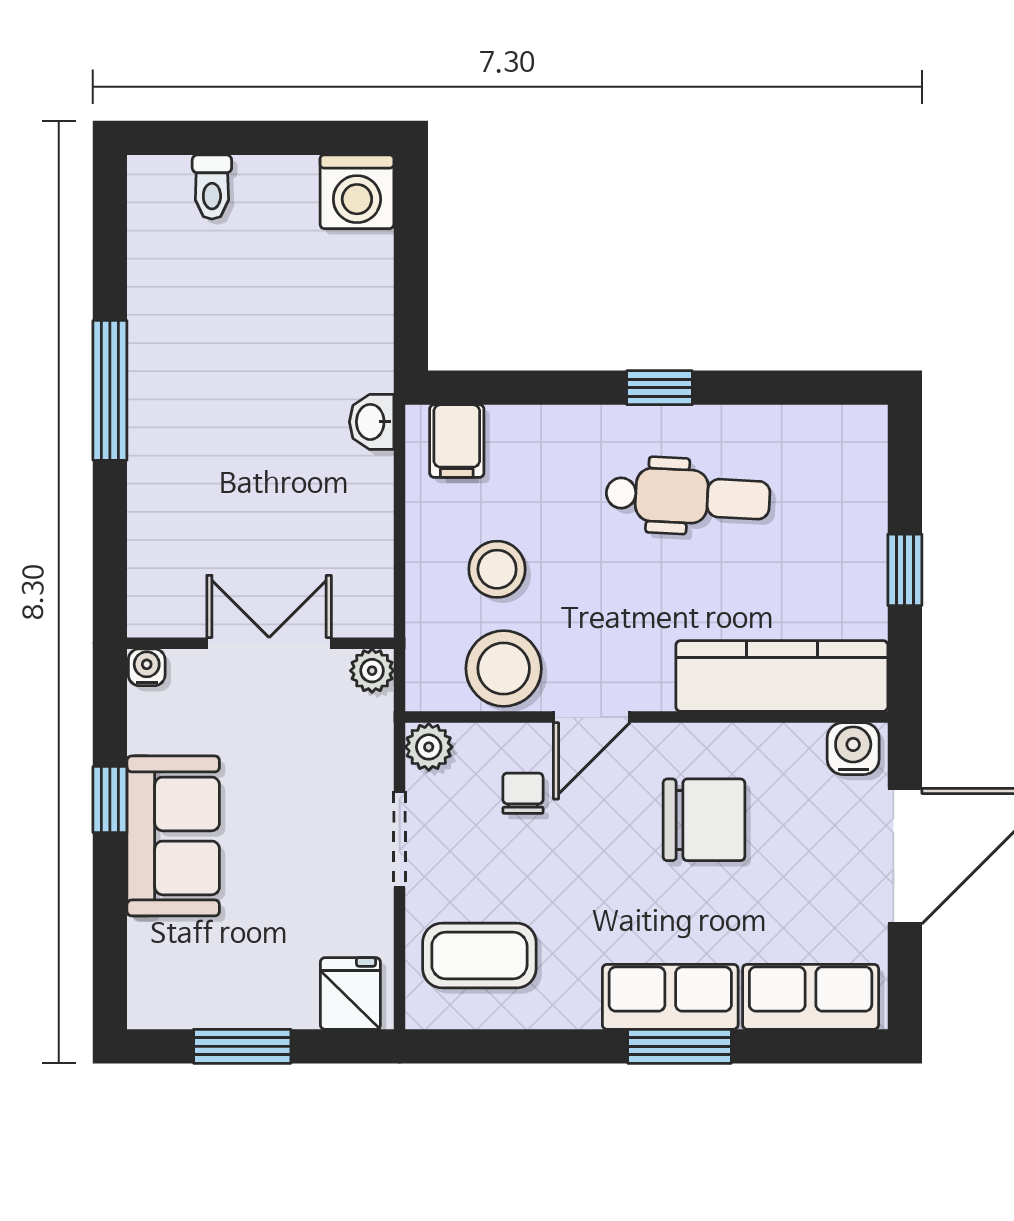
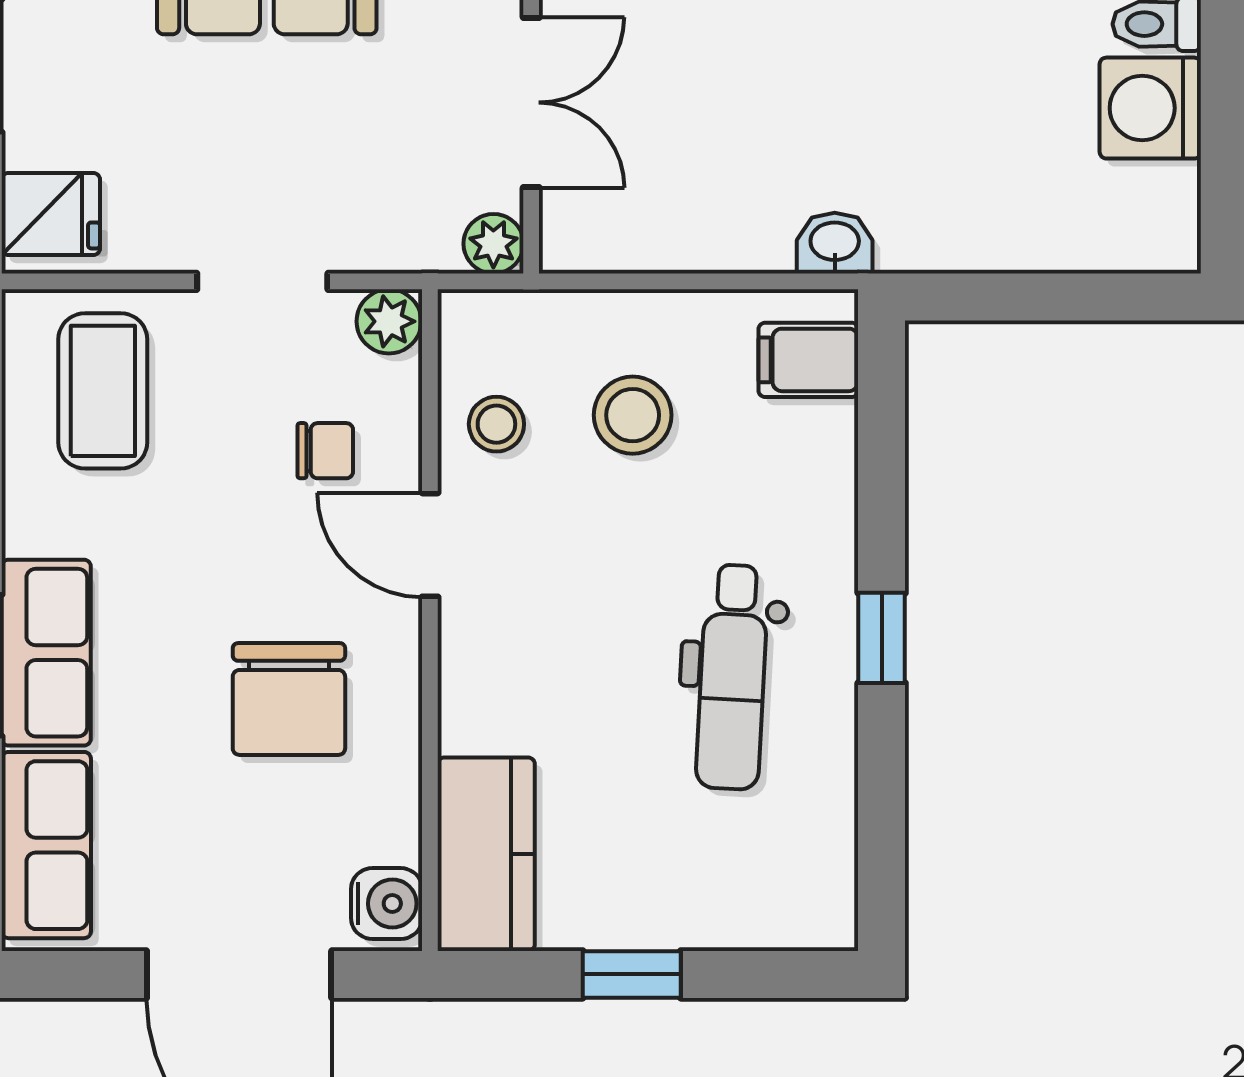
washing machine: (357, 192) -> (1150, 108), moved
stool: (504, 668) -> (496, 424), width x0.53, depth x0.53
kitchen counter: (782, 676) -> (486, 854), width x0.67

